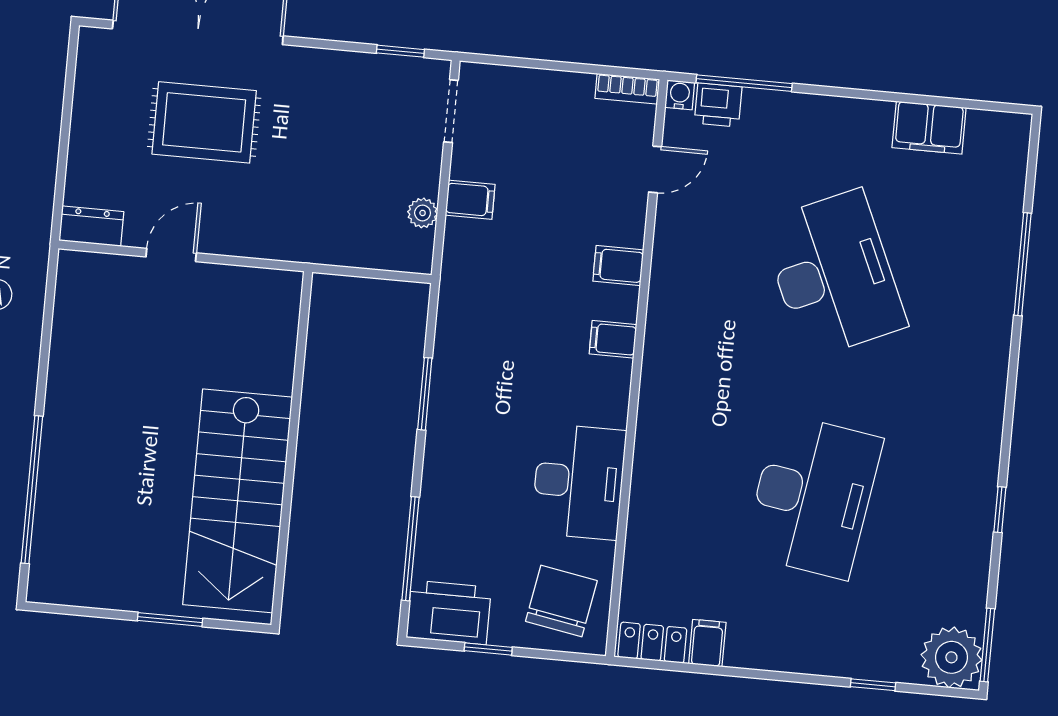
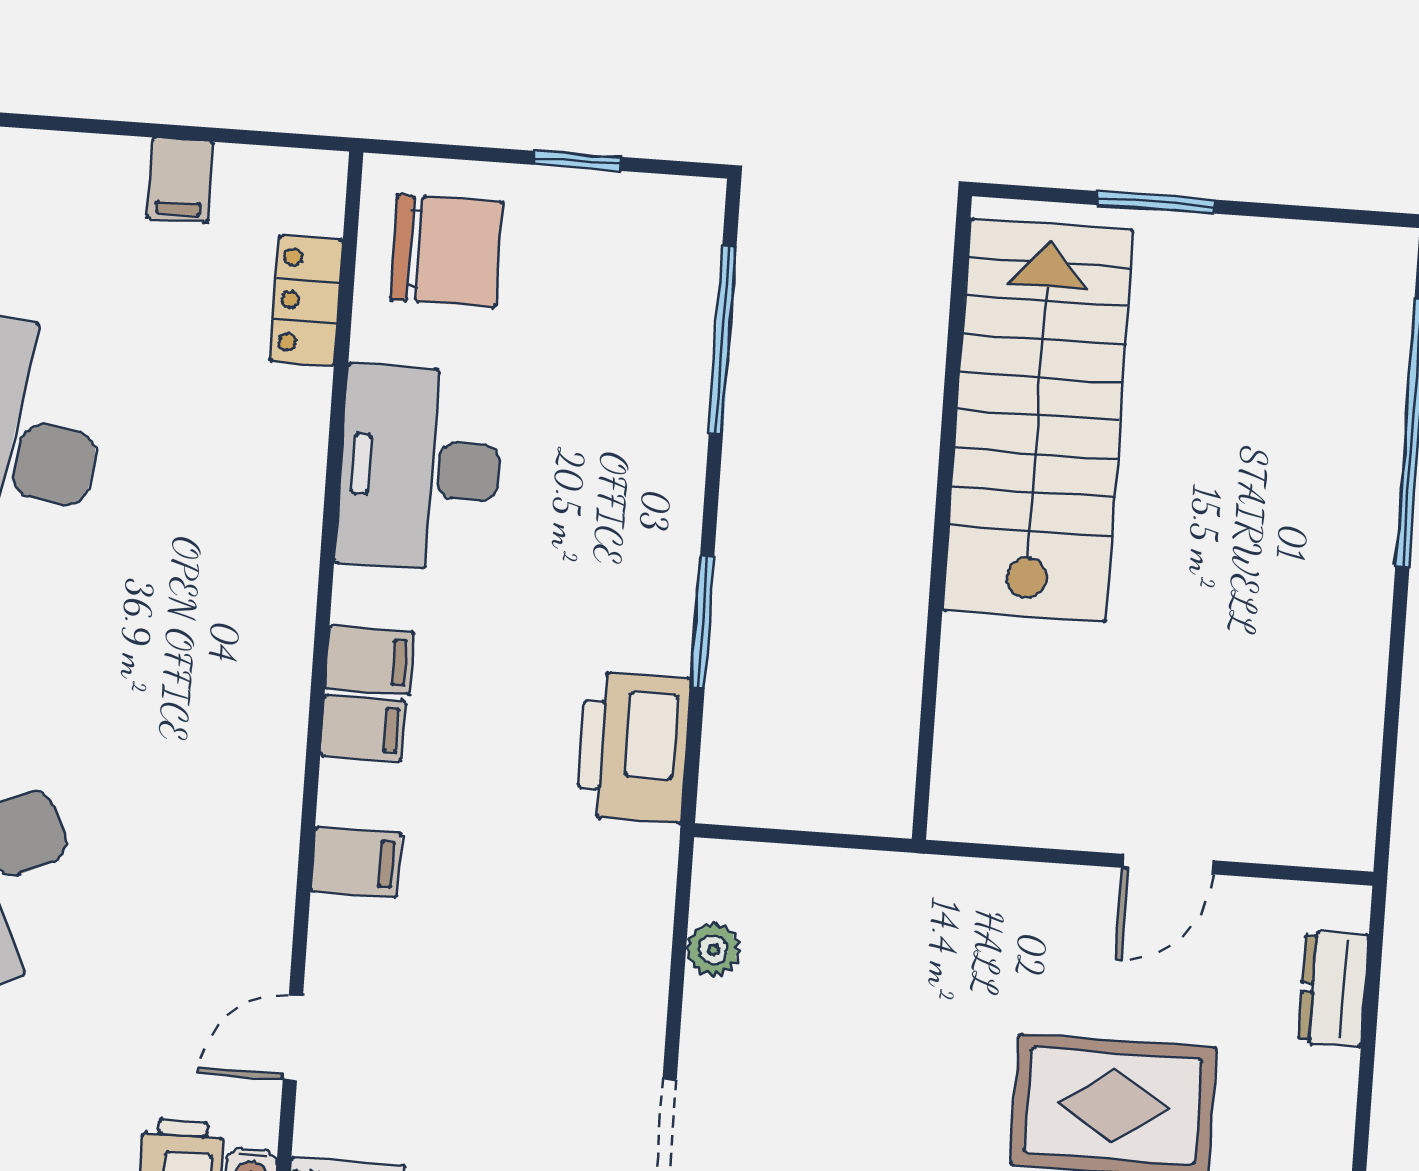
filing cabinet: (470, 200) -> (370, 660), moved, turned 180
dresser: (91, 226) -> (1333, 989), moved, turned 90
chair: (561, 601) -> (447, 251), turned -100
printer: (449, 612) -> (634, 748), moved, turned 90
locker: (652, 643) -> (306, 301), moved, turned 90

